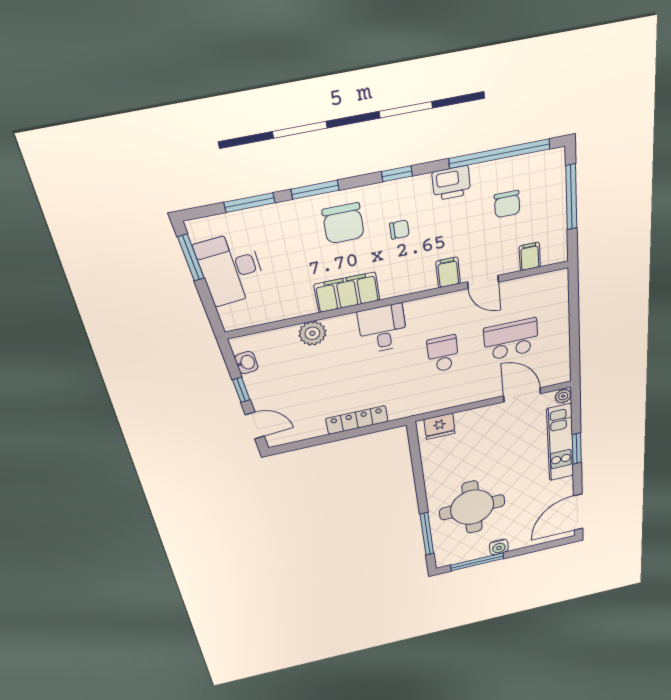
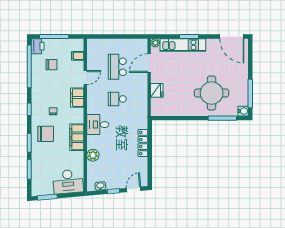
printer: (451, 183) -> (38, 46), moved
desk: (231, 269) -> (68, 182), moved
filing cabinet: (448, 272) -> (77, 98), width x2.00
fridge: (440, 426) -> (157, 90), moved
water cooler: (499, 547) -> (243, 111), moved

